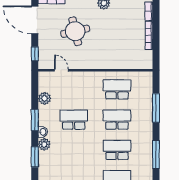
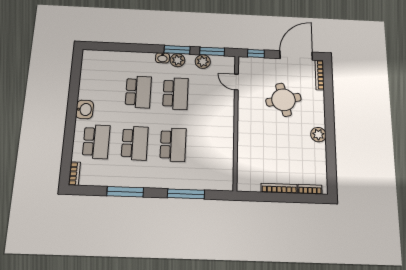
door: (61, 70) -> (236, 82), swing flipped
school desk: (117, 89) -> (138, 92), moved
plant: (44, 144) -> (177, 60), moved
window: (35, 157) -> (212, 51), moved

